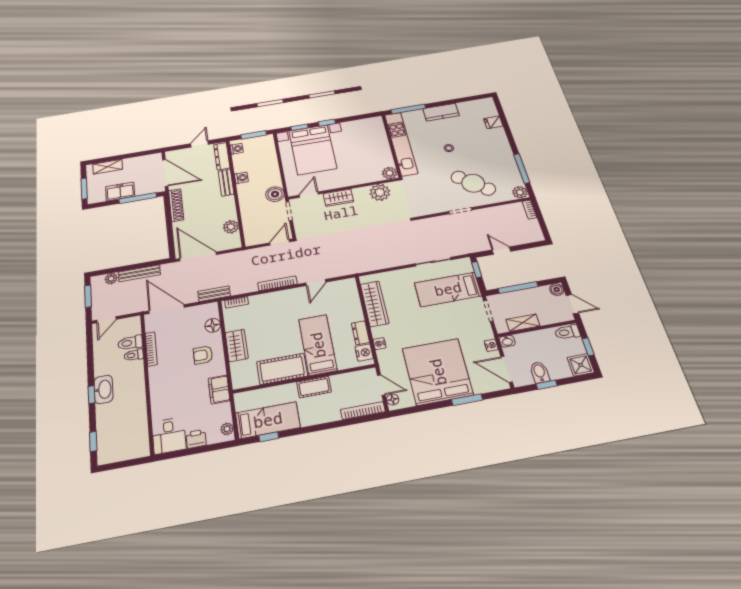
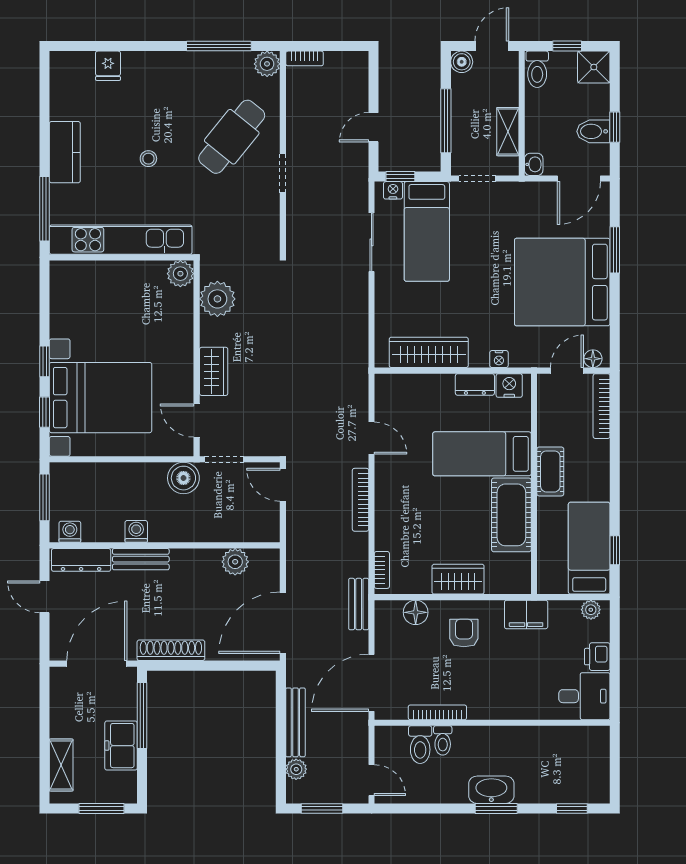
nightstand: (491, 345) -> (393, 190), moved
armchair: (203, 355) -> (464, 633), turned 180
window: (91, 395) -> (496, 808), width x1.50

